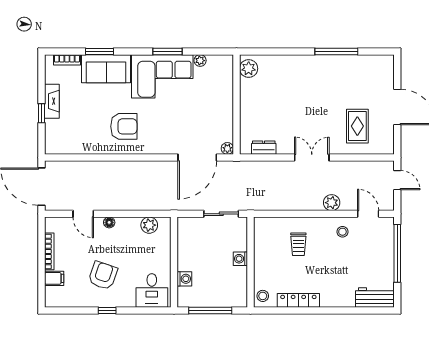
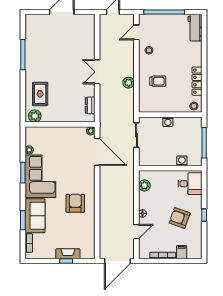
fireplace: (52, 101) -> (68, 254), moved
rug: (357, 126) -> (40, 94), moved, turned 90
plant: (332, 203) -> (129, 83), moved

